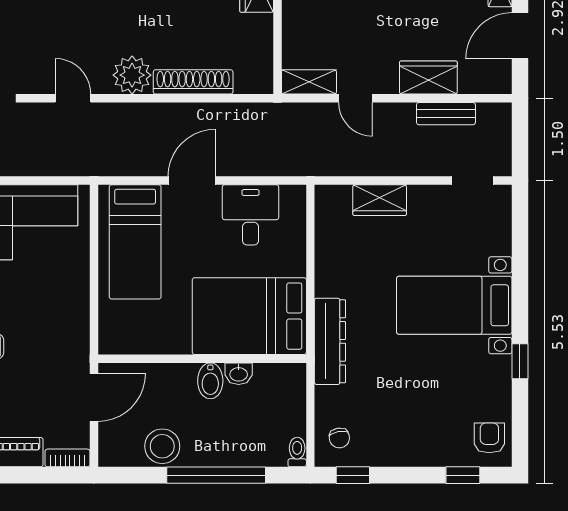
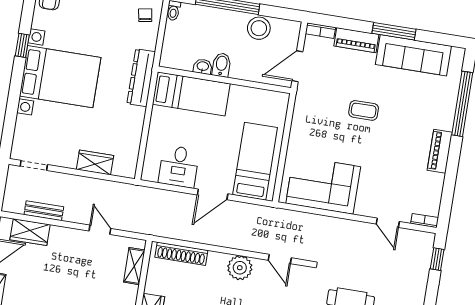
wardrobe: (428, 78) -> (30, 232), moved
shoe rack: (193, 82) -> (181, 254), moved
shelving: (309, 82) -> (134, 266), moved, turned 90
bed with nightstands: (454, 305) -> (60, 77), width x1.36
bed: (249, 316) -> (191, 94), width x0.67

